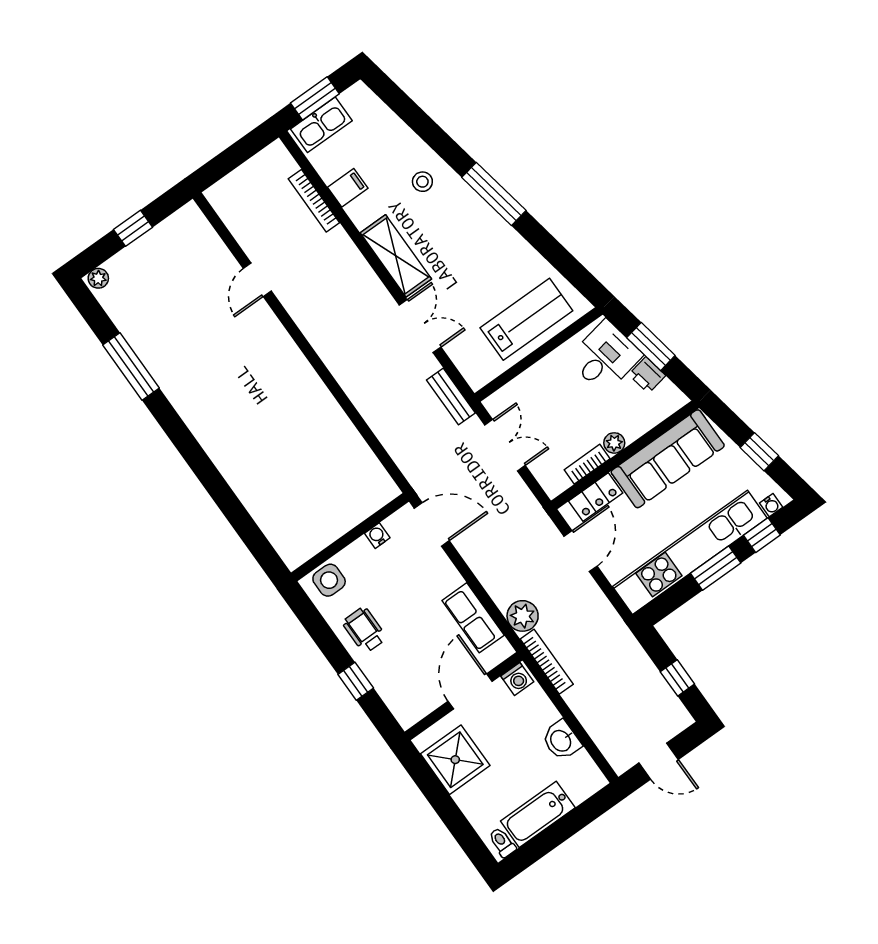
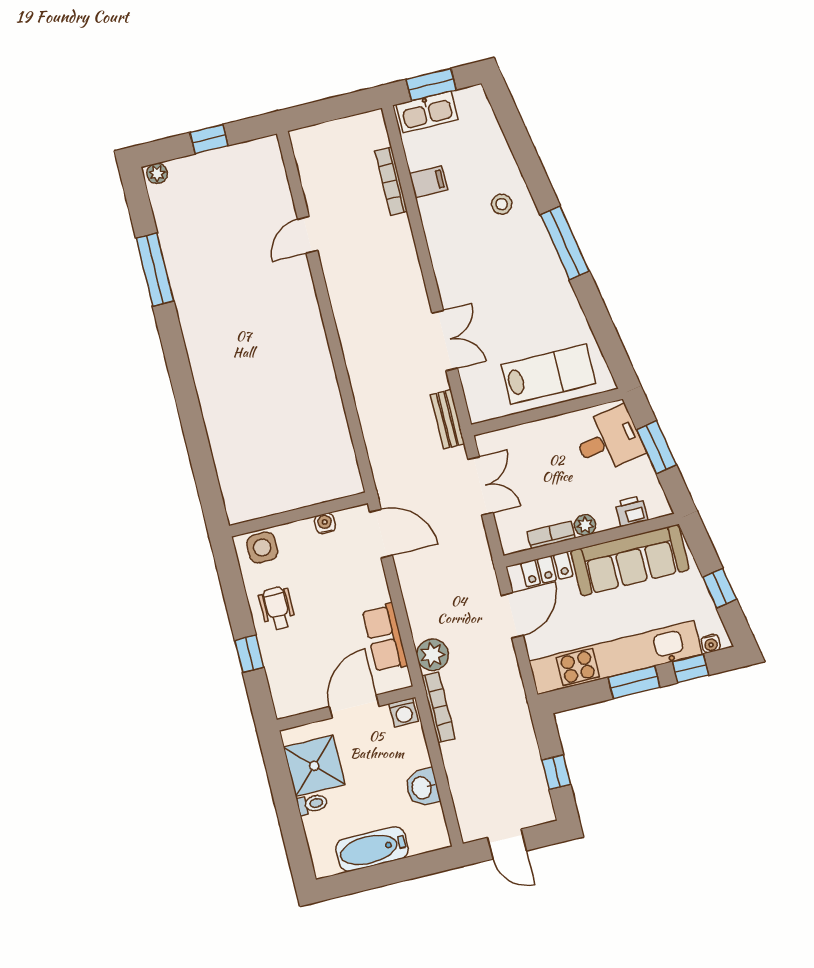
shelving: (396, 256) -> (448, 265), removed
printer: (647, 375) -> (631, 511), moved, turned 100
toilet: (502, 842) -> (312, 804), moved, turned 90

